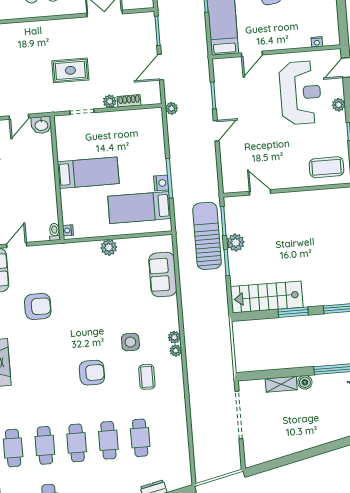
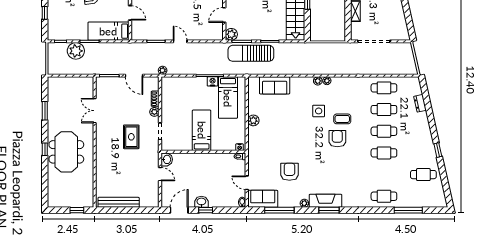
plant: (236, 243) -> (231, 34), moved
coffee table: (147, 377) -> (342, 119), moved
cafe table: (45, 445) -> (384, 88), moved

